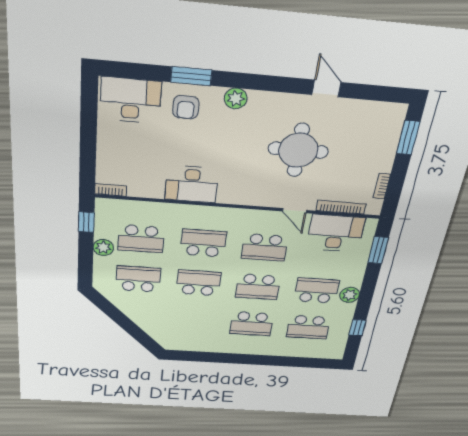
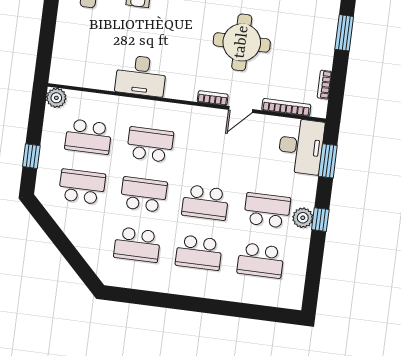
bookcase: (111, 190) -> (213, 98), moved
door: (295, 211) -> (241, 110), hinge flipped
window: (86, 222) -> (31, 156), moved
desk: (335, 233) -> (301, 146), moved, turned 90
plant: (103, 247) -> (56, 98), moved
school desk: (265, 247) -> (137, 245), moved
window: (357, 328) -> (320, 220), moved

